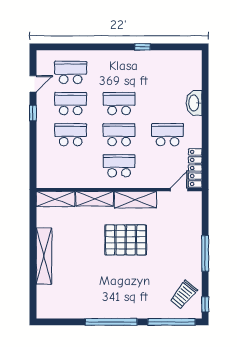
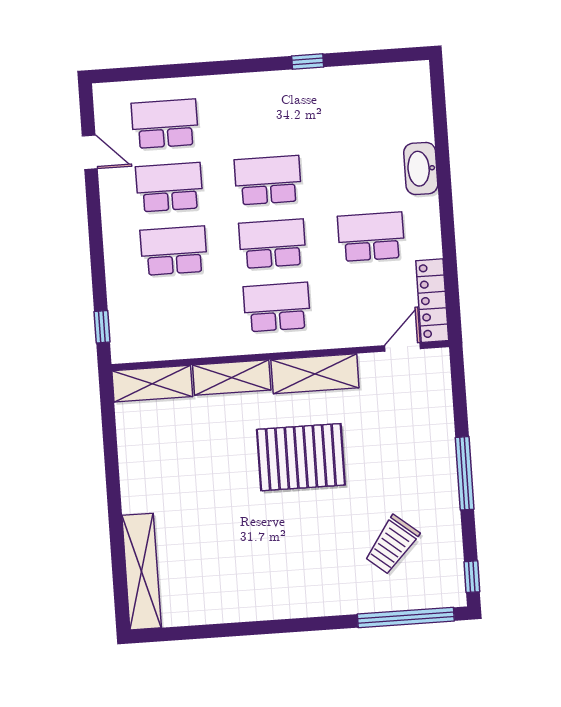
door: (33, 84) -> (90, 152), hinge flipped
window: (33, 113) -> (102, 327), moved
shelving: (44, 256) -> (142, 572), moved
trolley: (184, 295) -> (392, 545), moved
window: (111, 322) -> (283, 626), removed

